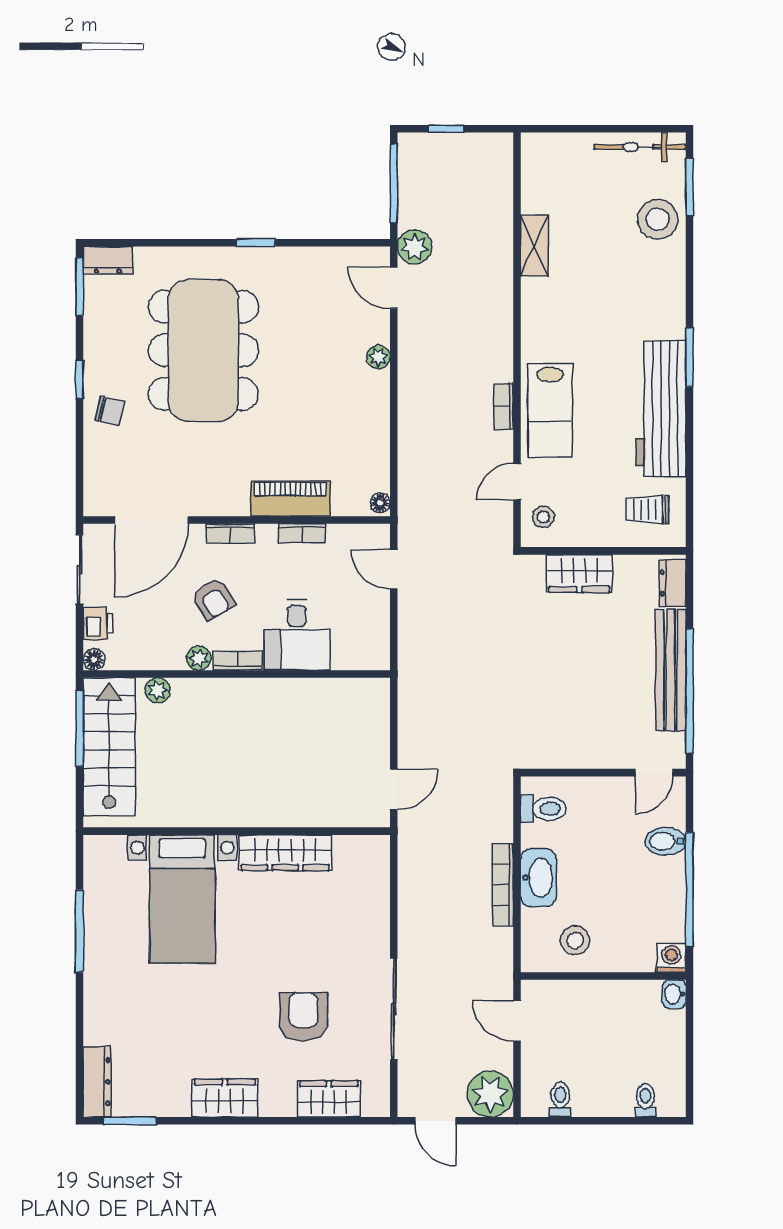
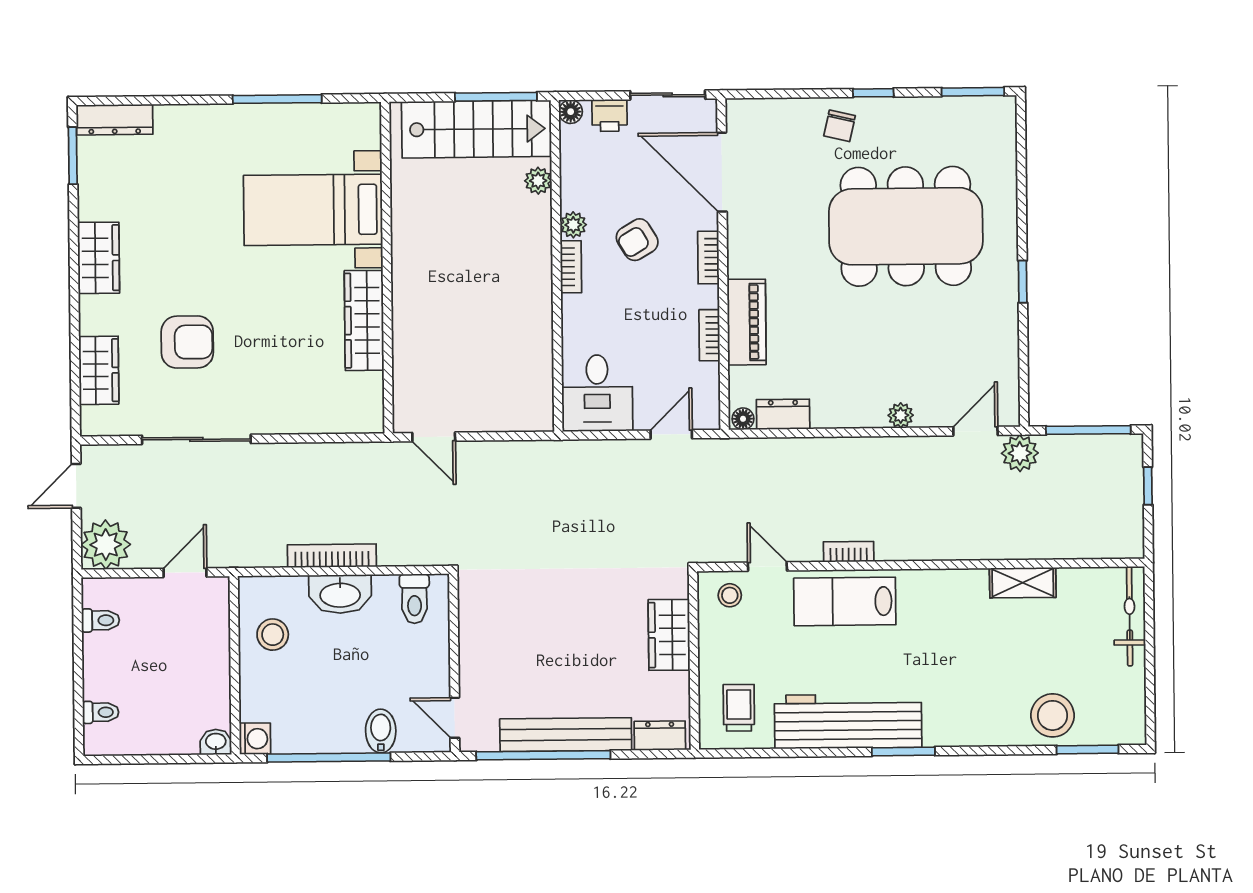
bicycle: (640, 147) -> (1130, 616), moved
dresser: (108, 260) -> (783, 414), moved, turned 90
desk: (297, 635) -> (597, 393), moved, turned -90

